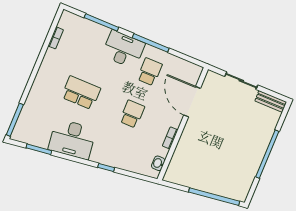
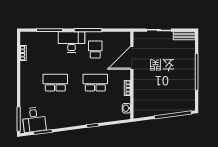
door: (192, 102) -> (132, 58), hinge flipped
school desk: (132, 114) -> (95, 83), width x1.85
desk: (72, 139) -> (34, 120), moved, width x0.73

